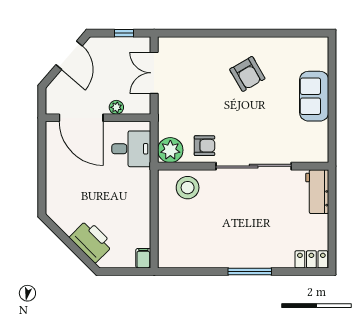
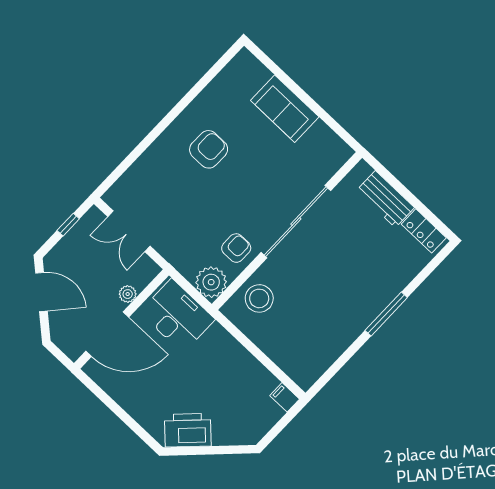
armchair: (247, 74) -> (209, 149), turned -60
desk: (131, 149) -> (177, 316), width x1.37
workbench: (317, 192) -> (385, 199), moved
printer: (91, 241) -> (188, 430), moved
locker: (311, 259) -> (424, 231), moved, turned -90

